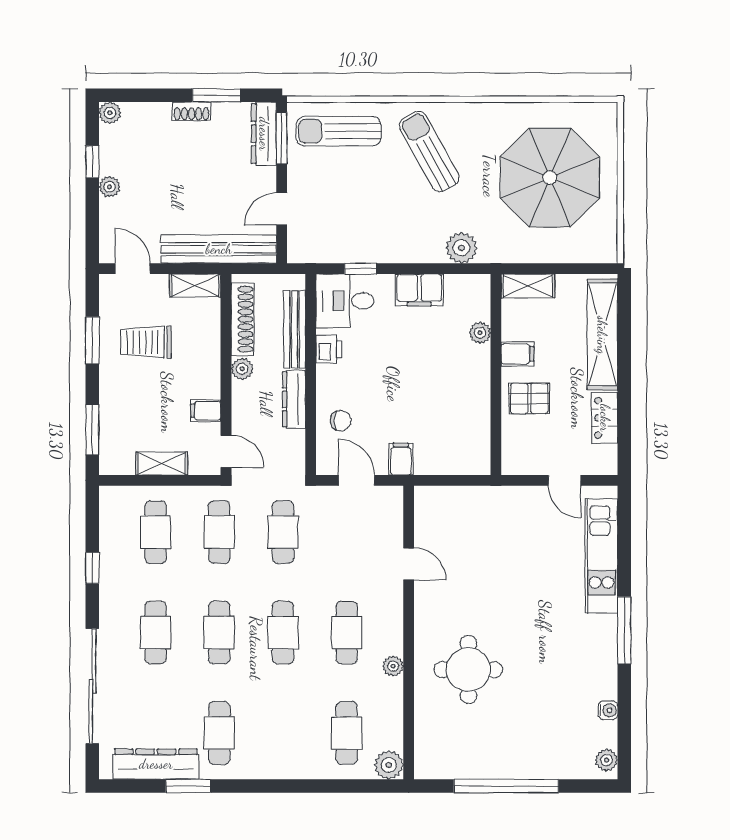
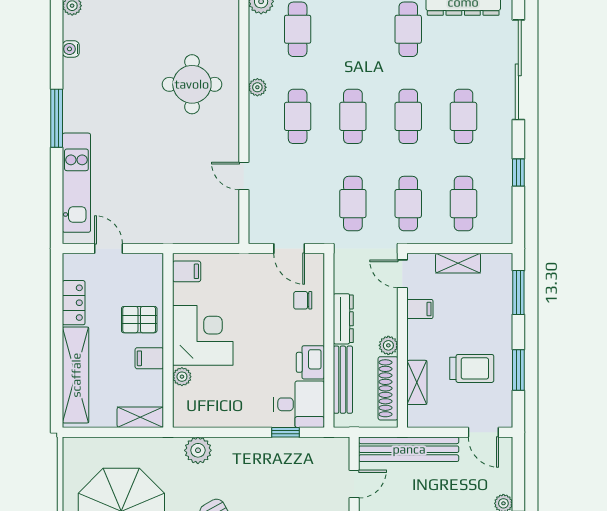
shelving: (195, 285) -> (417, 382), moved, turned 90
filing cabinet: (419, 290) -> (235, 414), removed
printer: (329, 349) -> (310, 362), width x1.36, depth x1.24
corner desk: (456, 380) -> (203, 335), added
filing cabinet: (401, 459) -> (187, 271), moved, turned -90

